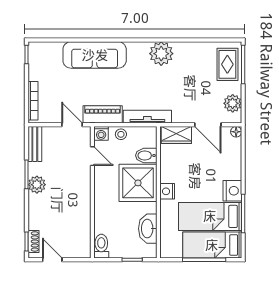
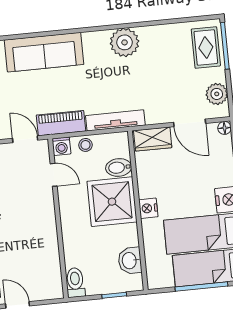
washbasin: (148, 229) -> (130, 261), width x0.72

